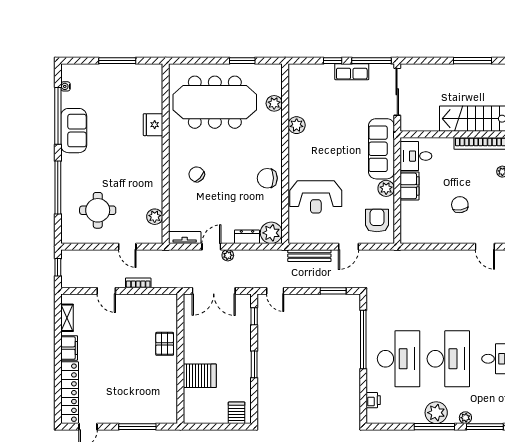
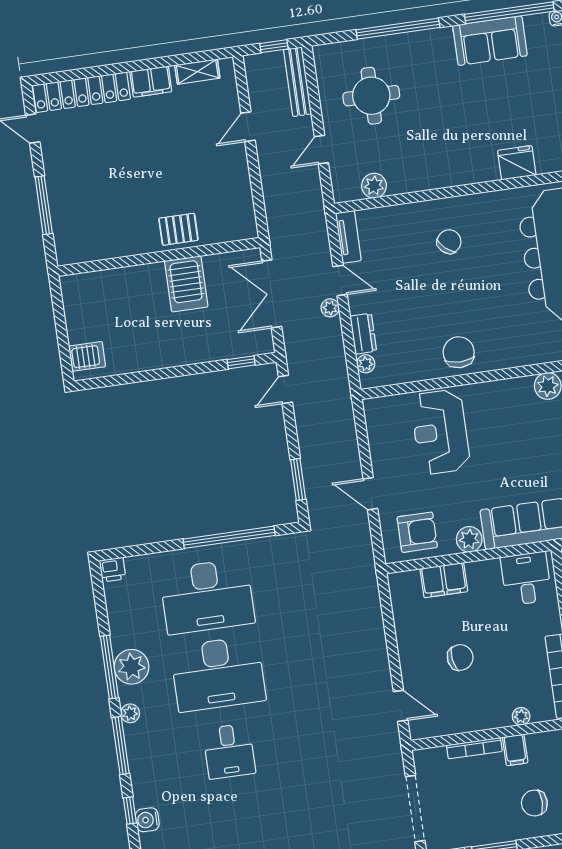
filing cabinet: (410, 186) -> (444, 580), moved
plant: (271, 233) -> (366, 364), width x0.53, depth x0.53
door: (485, 247) -> (401, 706), swing flipped
bench: (309, 256) -> (297, 82), moved
bookcase: (138, 283) -> (267, 175), removed
window: (254, 364) -> (166, 373), removed
server rack: (200, 376) -> (186, 284), moved
printer: (373, 400) -> (113, 570), moved

